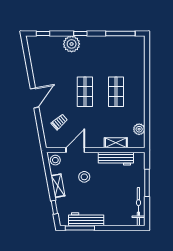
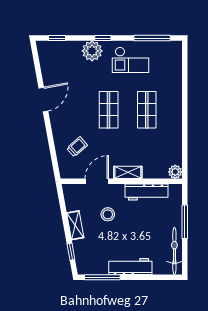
checkout: (103, 51) -> (131, 60), added
door: (35, 98) -> (43, 99), moved
plant: (139, 129) -> (175, 172), moved
shelving: (116, 143) -> (128, 172), moved
stool: (55, 160) -> (72, 194), removed
workbench: (86, 219) -> (130, 267), moved

